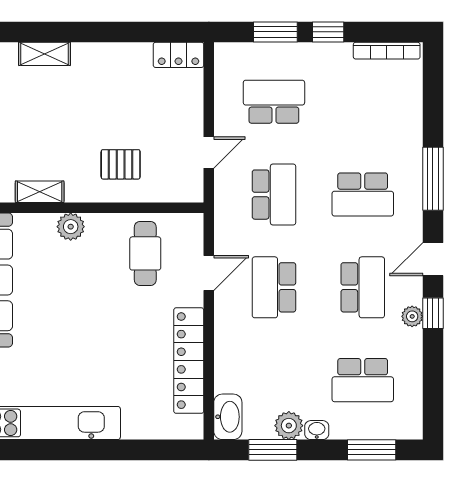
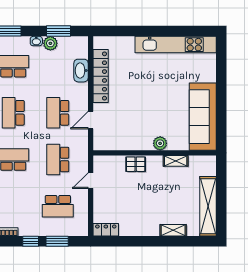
pallet: (121, 164) -> (136, 164), moved
cafe table: (145, 253) -> (123, 130), removed
school desk: (274, 287) -> (58, 113), turned 180
washbasin: (228, 417) -> (81, 71), moved

